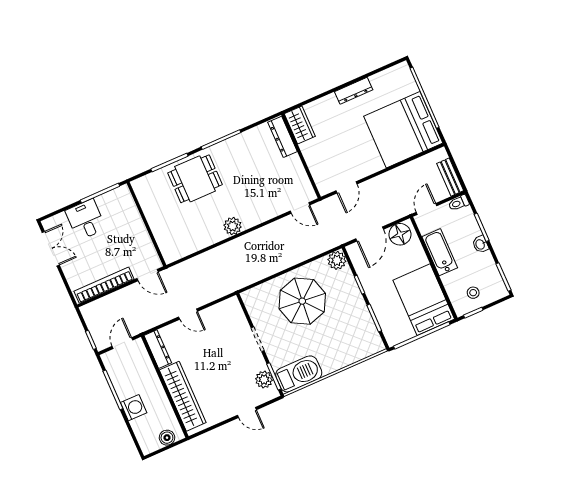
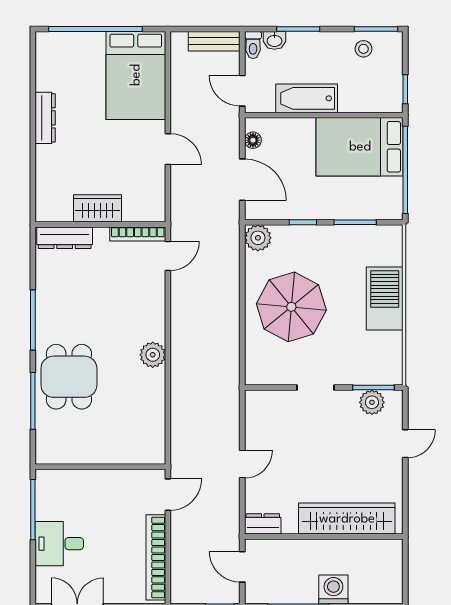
wardrobe: (300, 125) -> (97, 208), moved
bed: (403, 130) -> (136, 75), width x0.73
bookcase: (306, 182) -> (138, 234), added
door: (347, 187) -> (168, 149), moved
floor lamp: (400, 234) -> (253, 140), width x0.53, depth x0.53
washbasin: (480, 244) -> (274, 40), moved
stool: (473, 293) -> (363, 49), moved
dresser: (158, 349) -> (263, 524), width x0.70
barbecue: (299, 374) -> (385, 298), moved
boiler: (167, 438) -> (392, 563), removed

